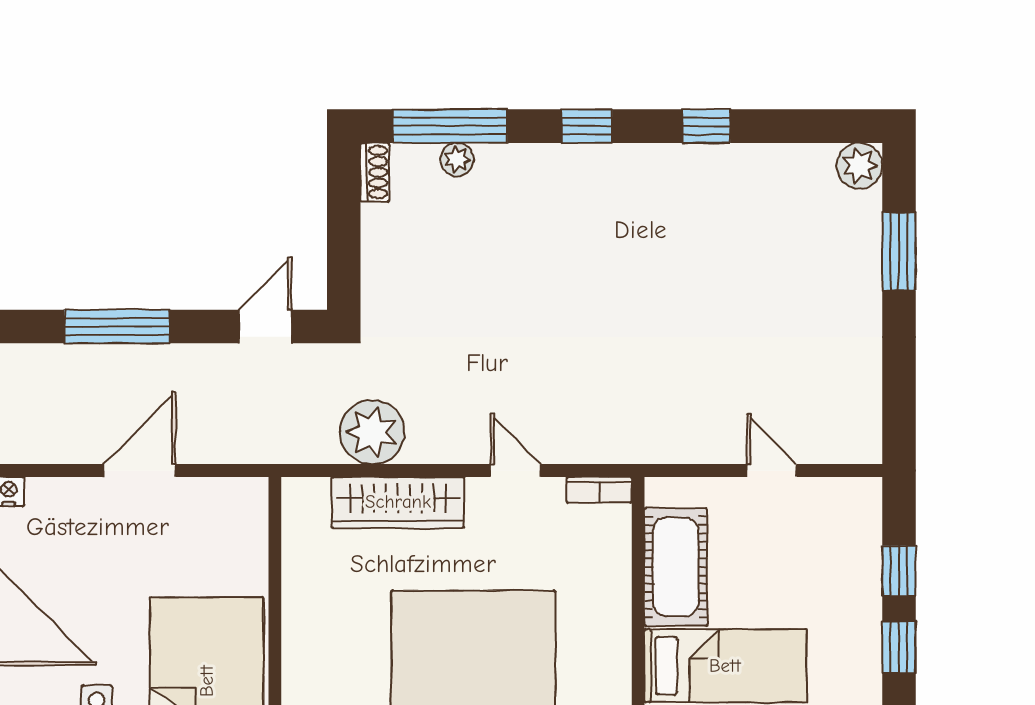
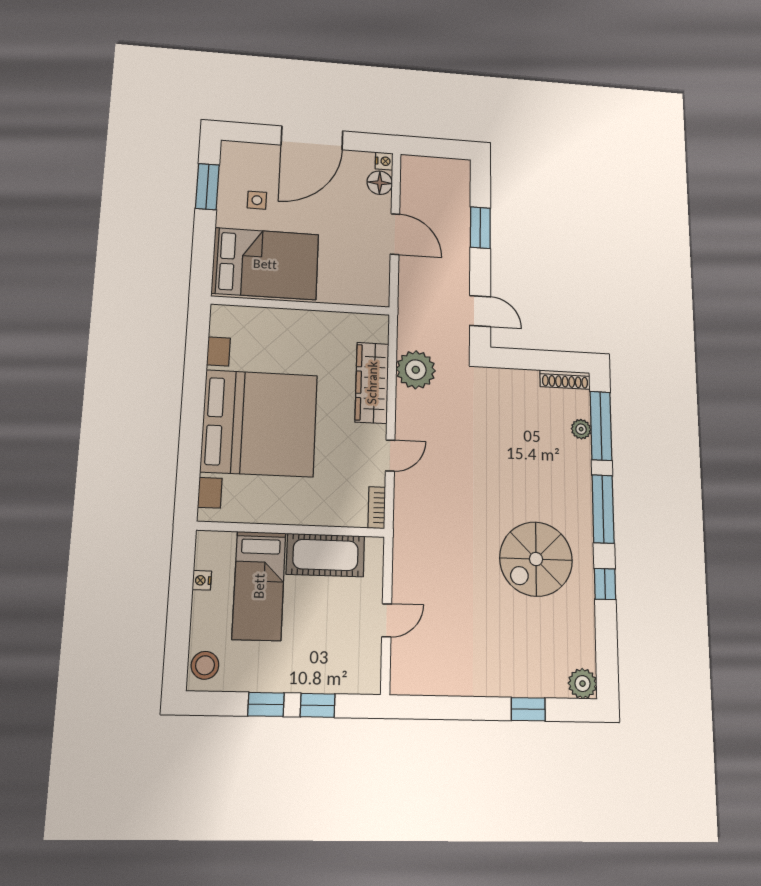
window: (587, 126) -> (603, 509), width x2.17
shoe rack: (375, 172) -> (565, 380), width x1.43
spiral stairs: (671, 237) -> (536, 559), added
window: (899, 251) -> (528, 709), width x0.67
window: (117, 326) -> (480, 228), width x0.69
floor lamp: (49, 498) -> (380, 183), added

